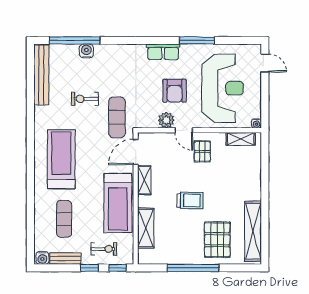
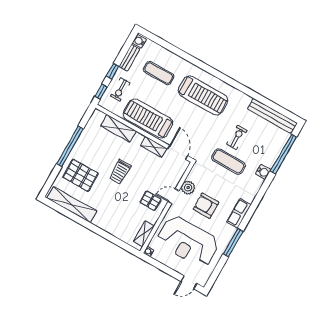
water cooler: (86, 51) -> (263, 172), moved
exercise mat: (117, 117) -> (229, 162), moved

